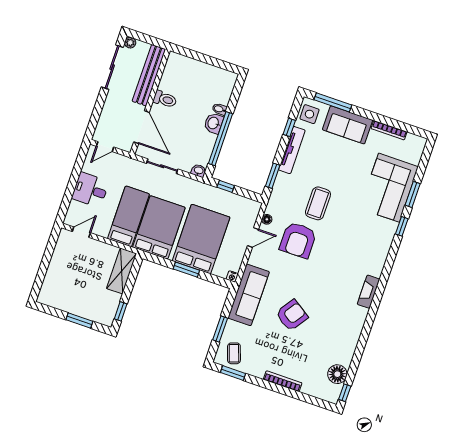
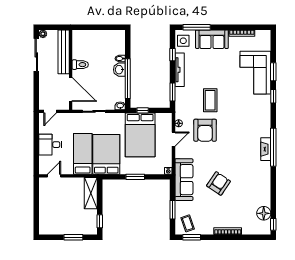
bed: (201, 239) -> (140, 135), moved, turned 180
window: (379, 293) -> (273, 147), added

